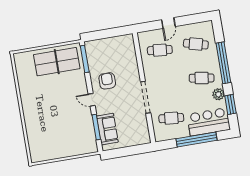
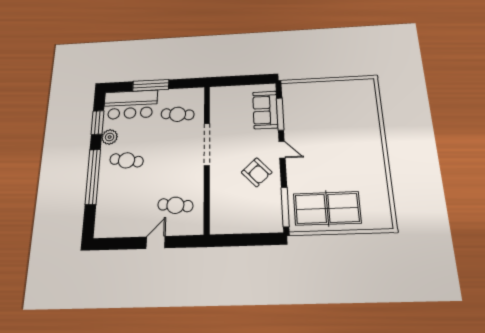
cafe table: (196, 44) -> (124, 207), removed
armchair: (107, 81) -> (257, 172), turned -43
window: (196, 140) -> (151, 85), width x0.68

